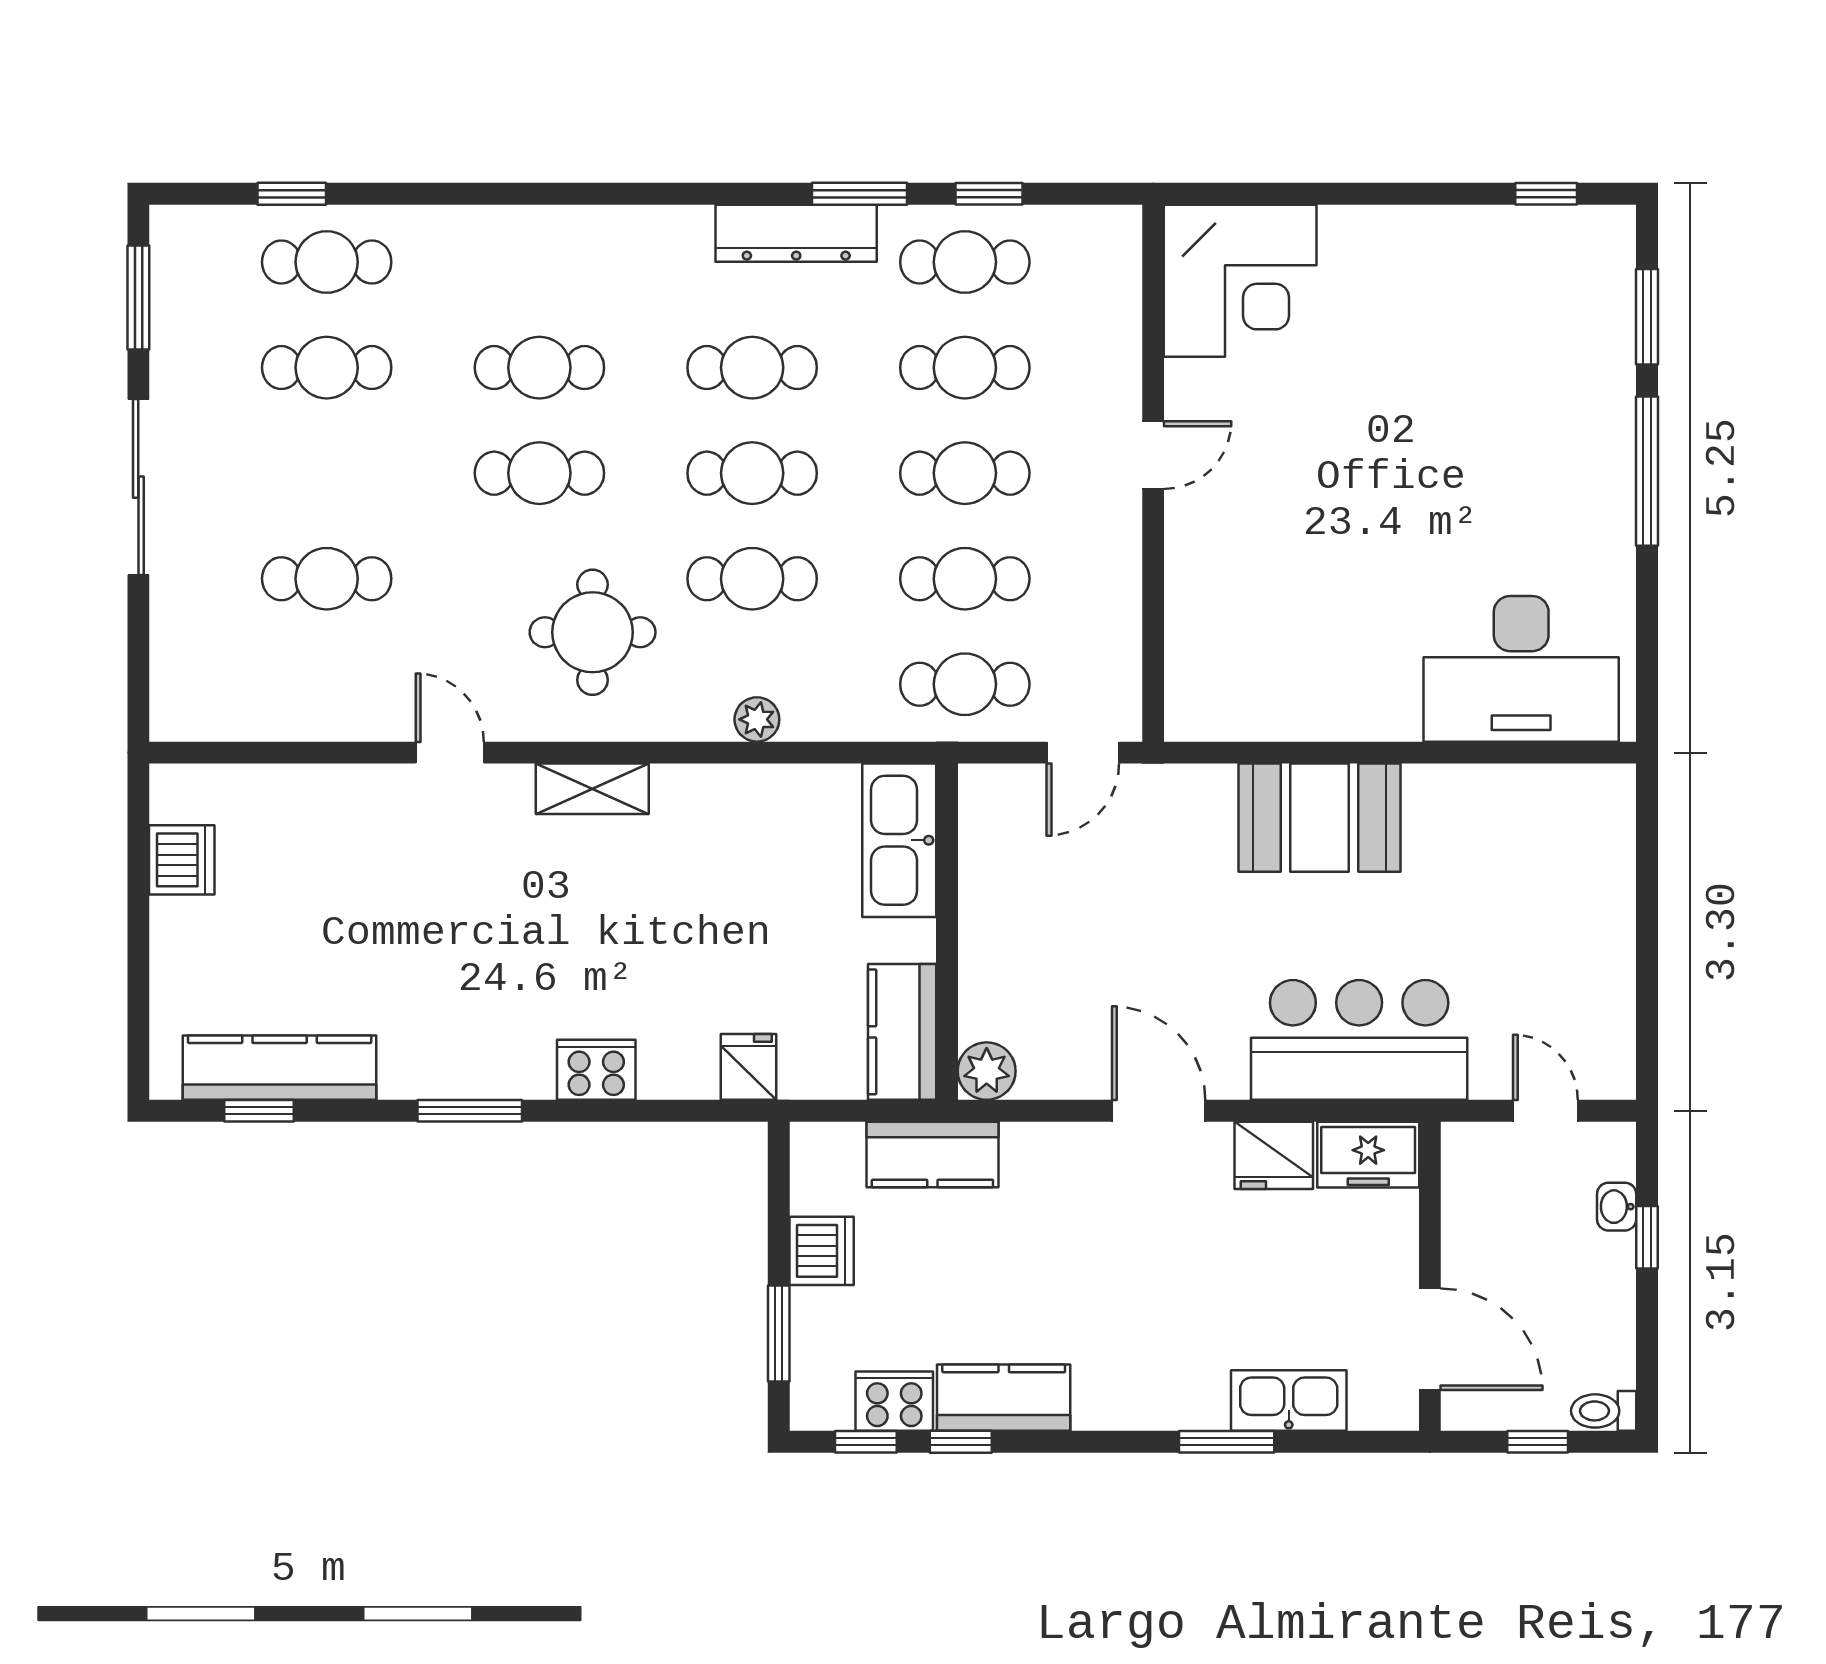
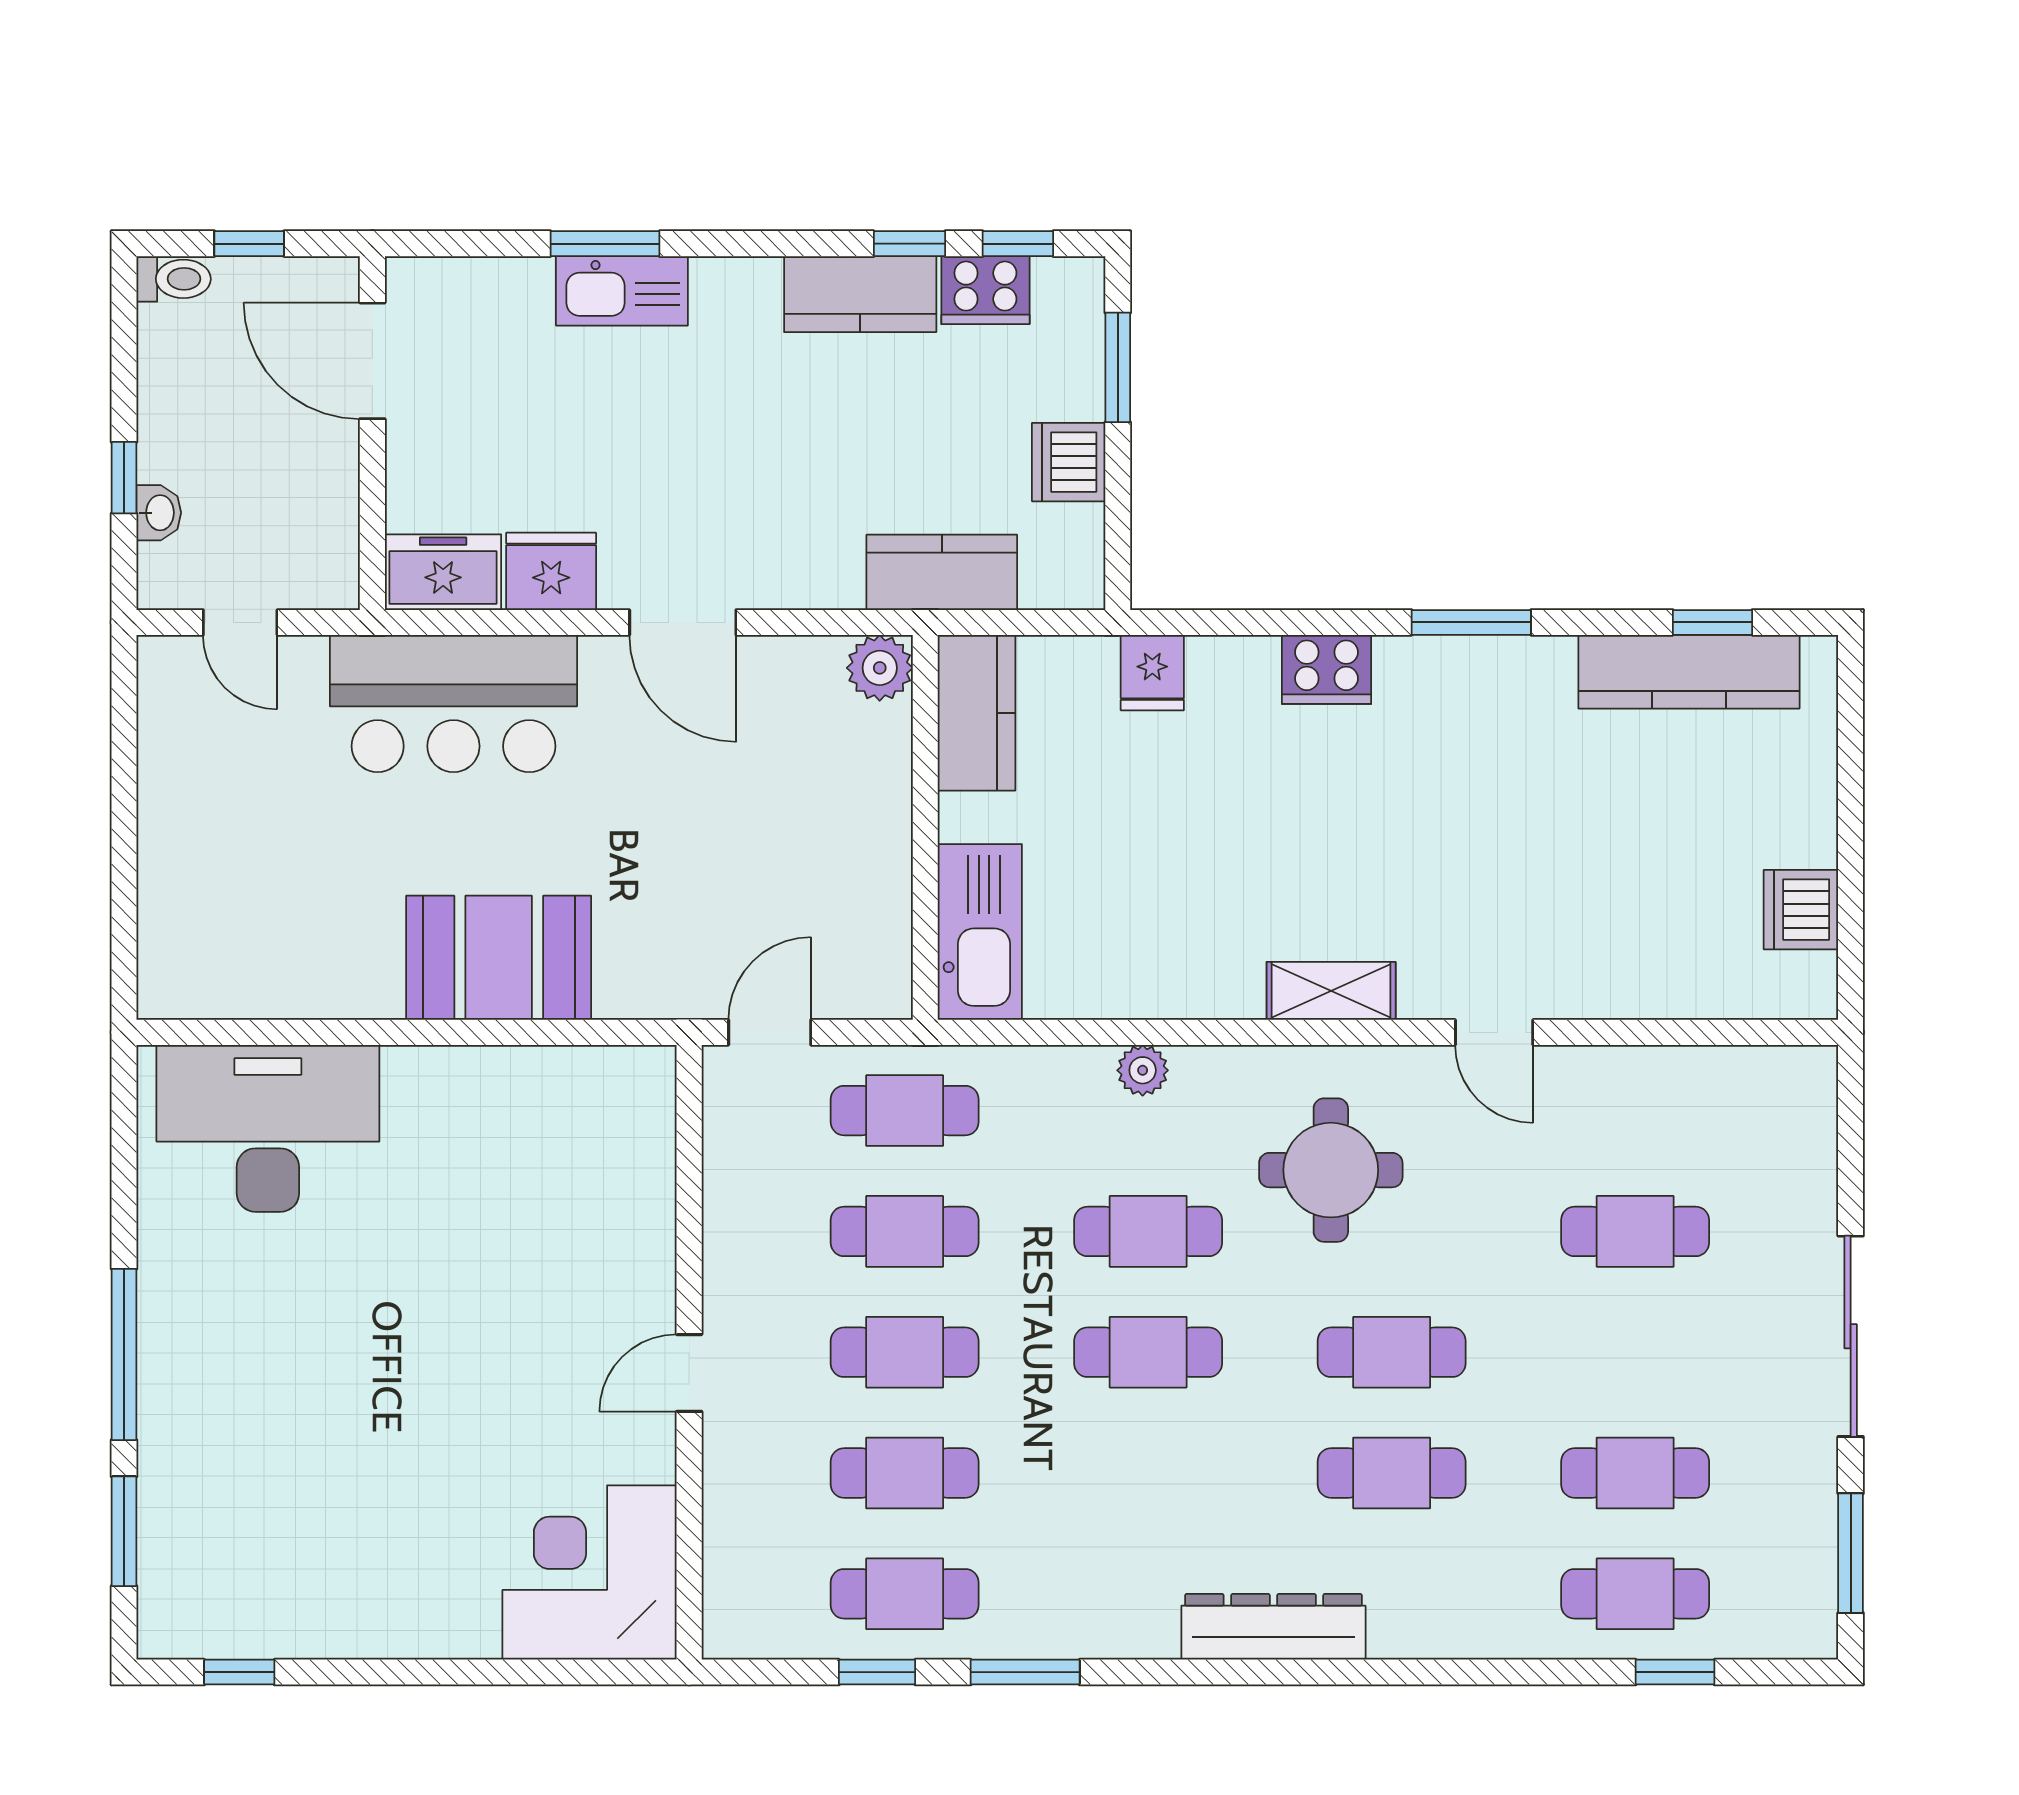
dresser: (796, 233) -> (1273, 1627), moved
cafe table: (752, 368) -> (1148, 1473), removed
kitchen sink: (1289, 1401) -> (622, 291), moved

